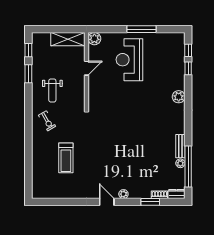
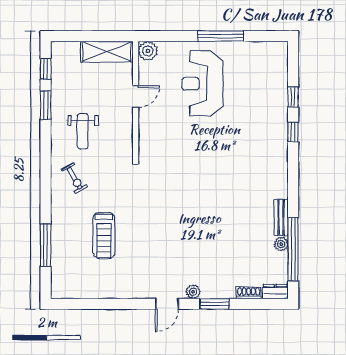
window: (188, 50) -> (293, 132), moved
plant: (179, 97) -> (278, 141), removed
window: (28, 164) -> (46, 245), added
door: (107, 202) -> (167, 304), swing flipped
window: (150, 202) -> (215, 304), moved

